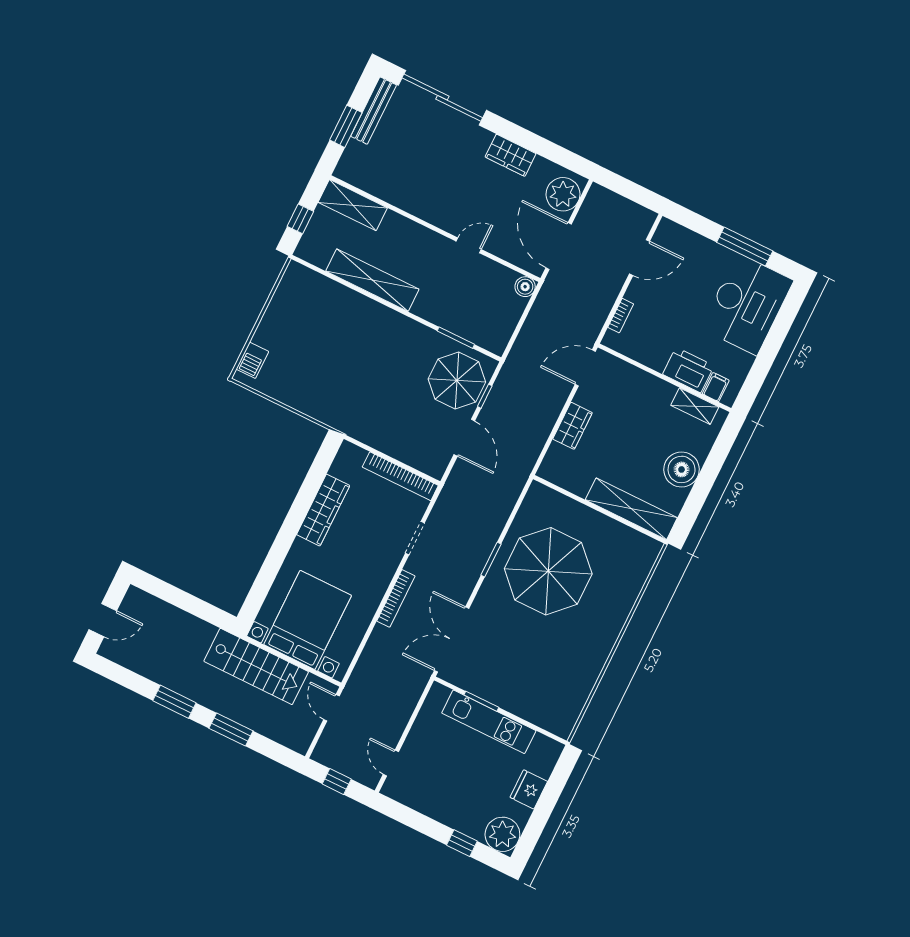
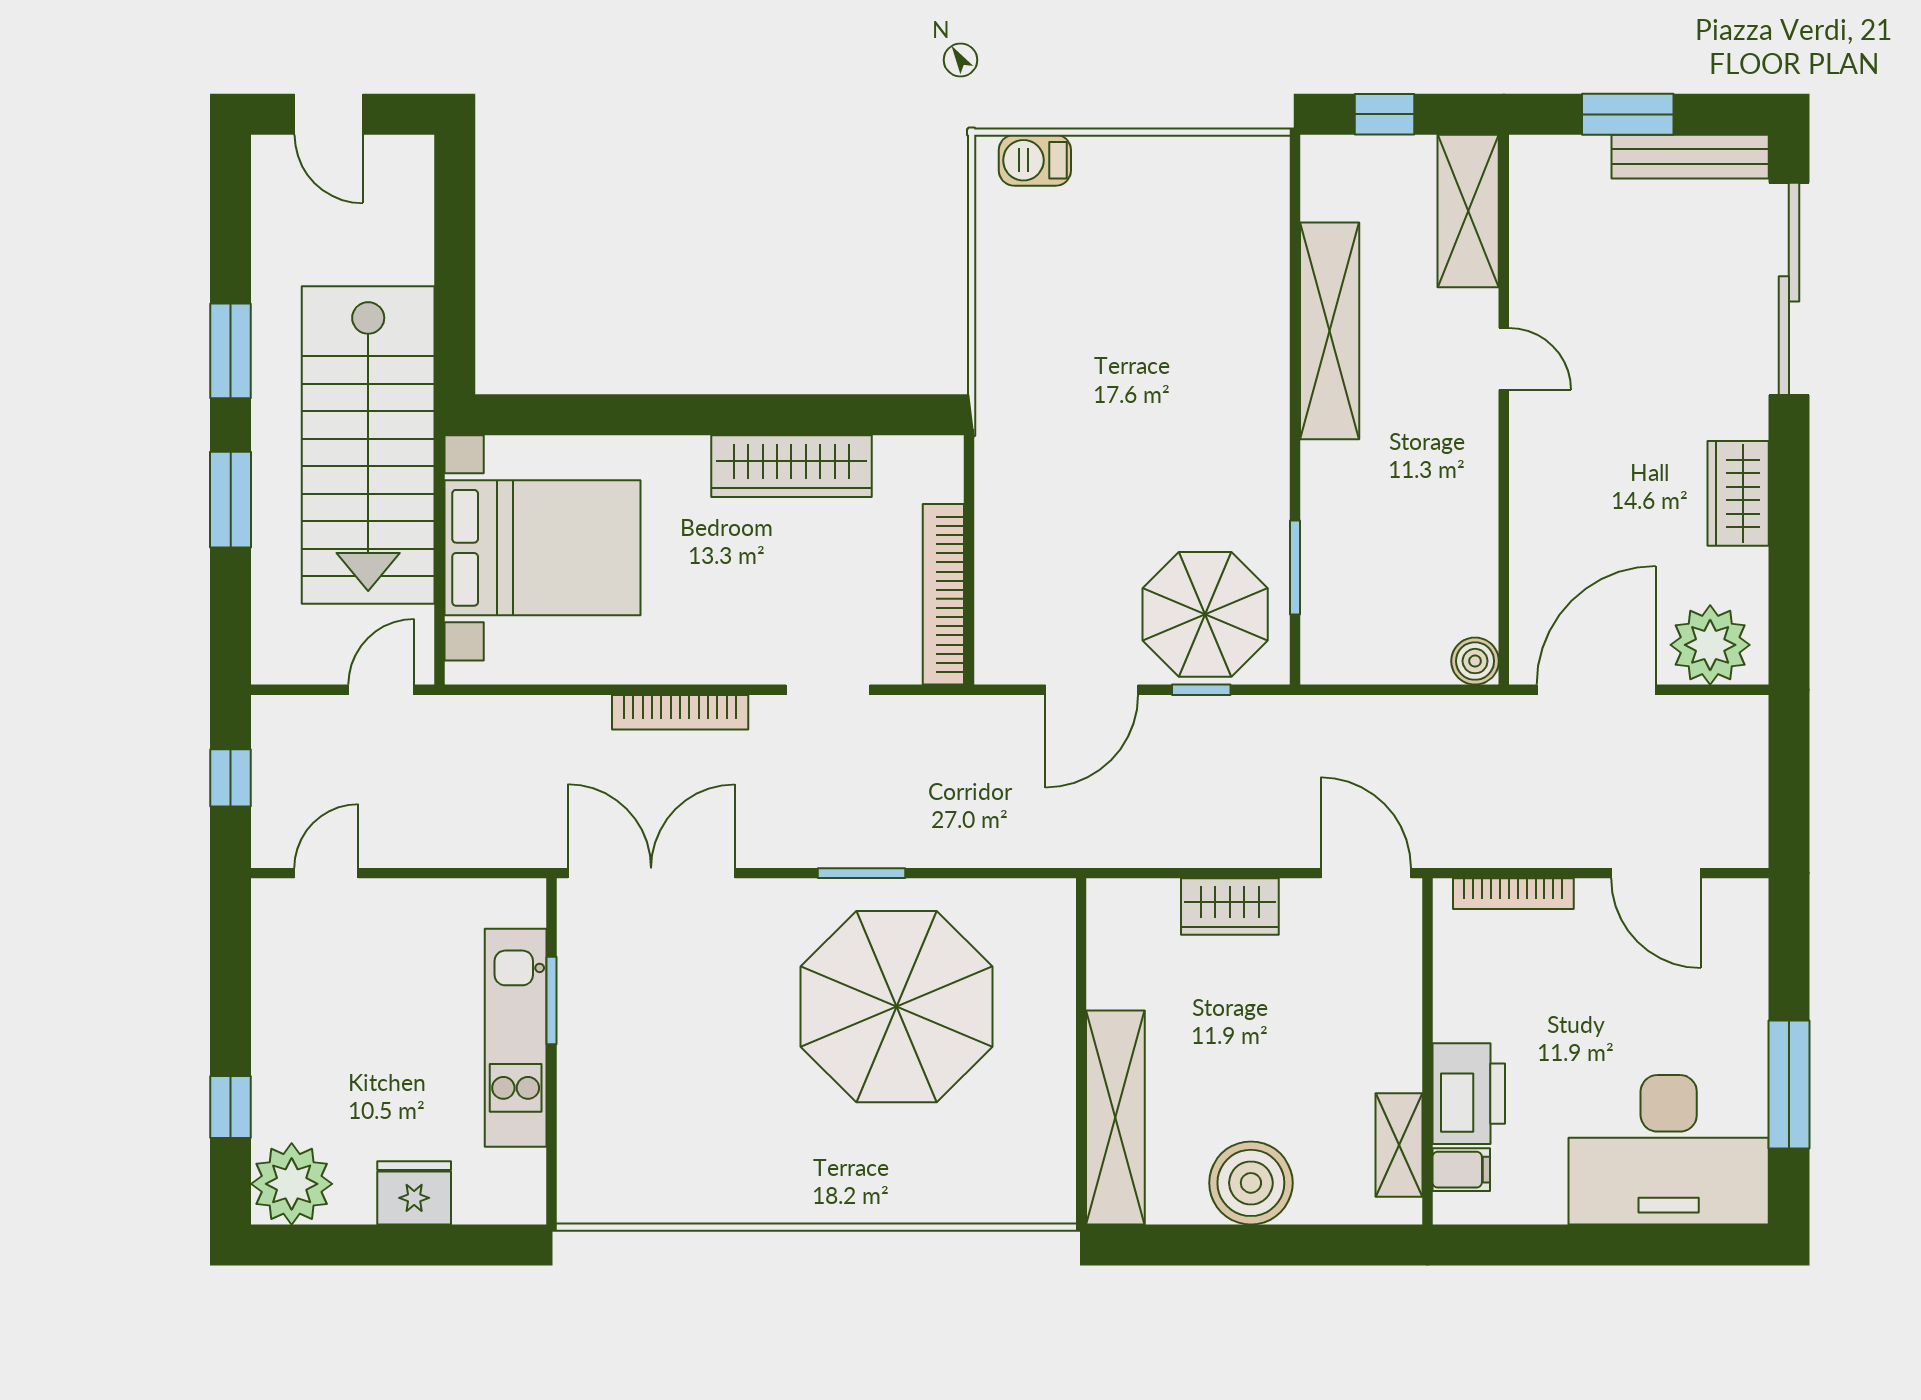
door: (469, 245) -> (1504, 359), moved
bookcase: (621, 316) -> (1513, 894), width x1.56
stairs: (256, 666) -> (368, 445), width x1.36, depth x1.51

